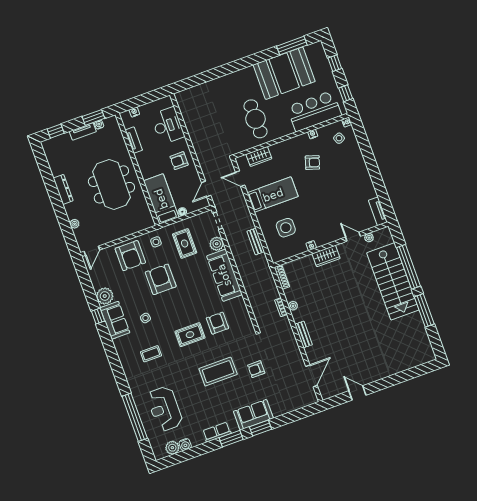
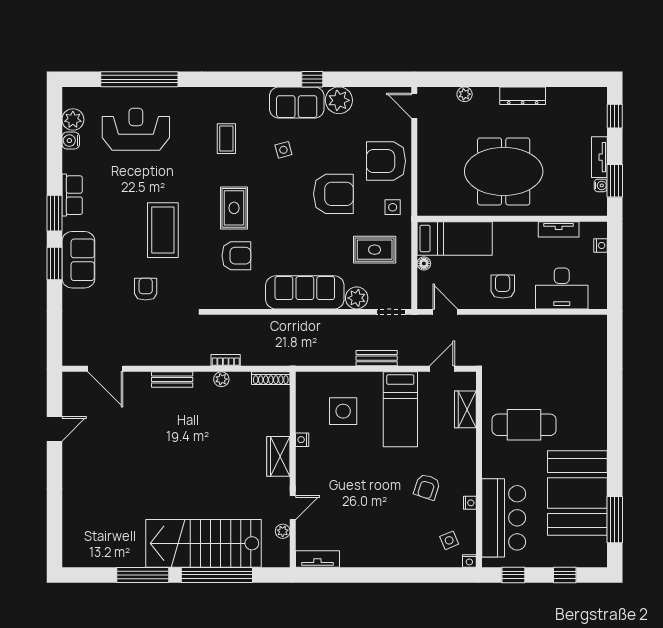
bench: (256, 241) -> (377, 358), moved

